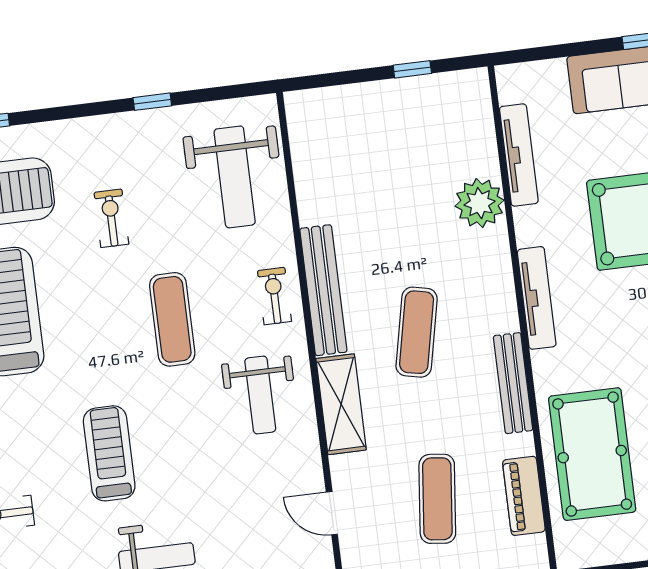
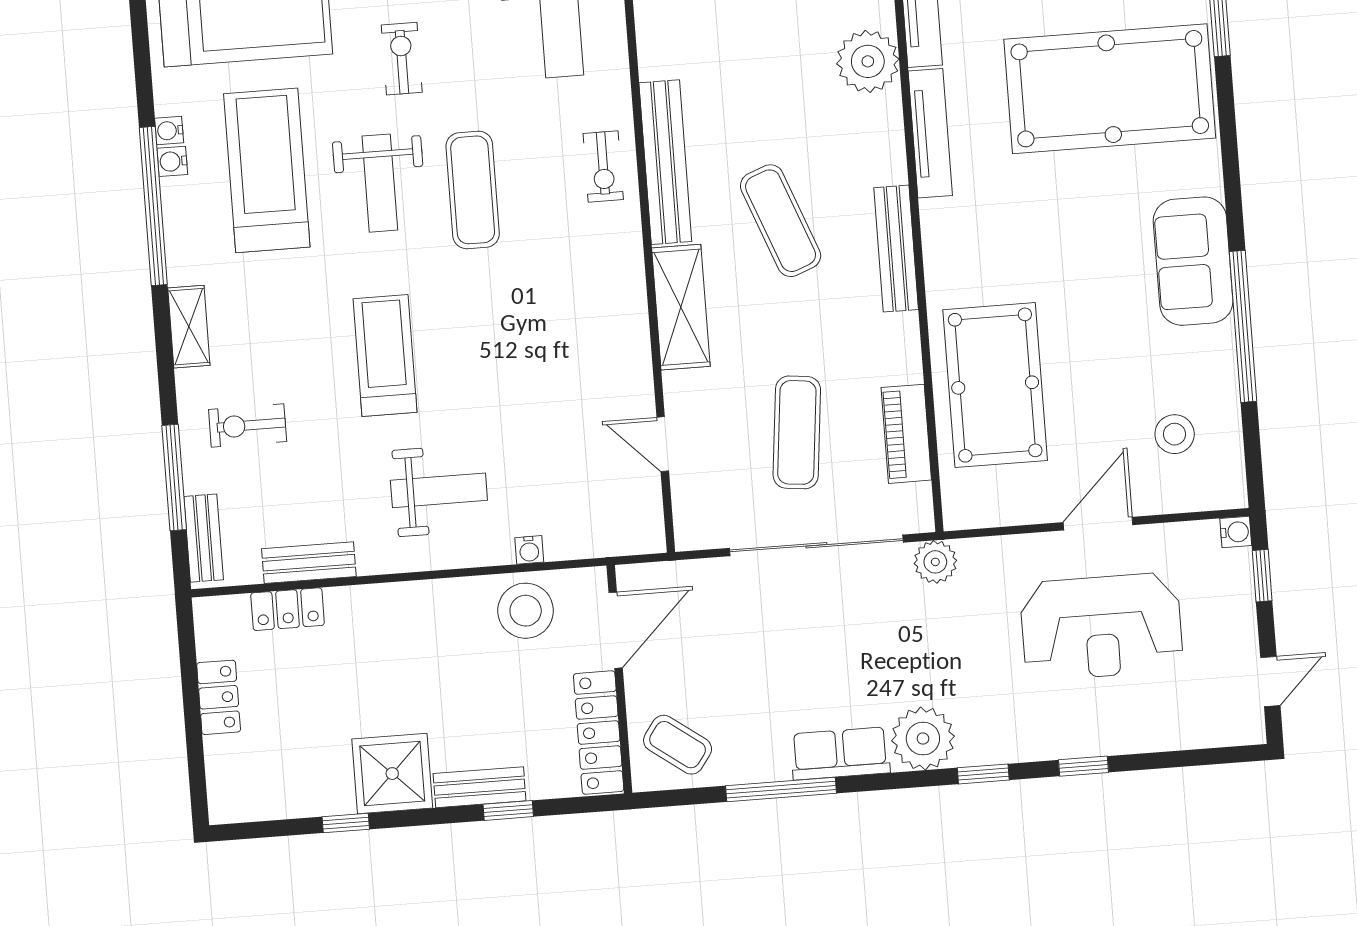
exercise bike: (274, 296) -> (603, 167), turned 180
tv unit: (537, 298) -> (930, 133), moved
exercise mat: (417, 332) -> (781, 221), turned -33
bench: (513, 383) -> (896, 249), moved
weight bench: (260, 395) -> (380, 183), moved

